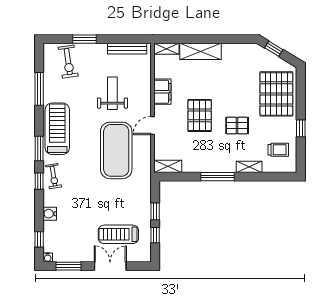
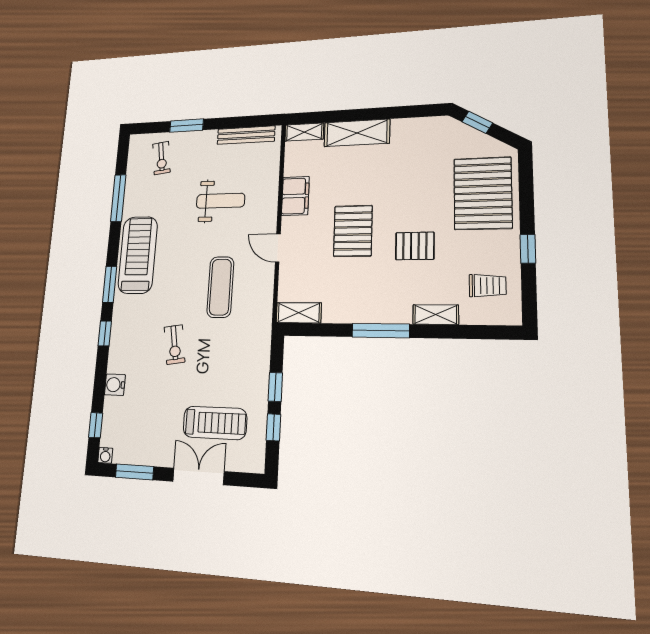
exercise bike: (68, 62) -> (161, 158), width x0.73, depth x0.72
weight bench: (112, 93) -> (221, 201), turned 90
door: (153, 125) -> (278, 248), hinge flipped
exercise mat: (116, 150) -> (220, 287), width x0.50, depth x0.69
exercise bike: (54, 176) -> (175, 345), moved
treadmill: (118, 234) -> (215, 423), turned 180

